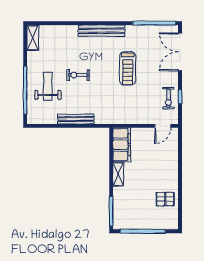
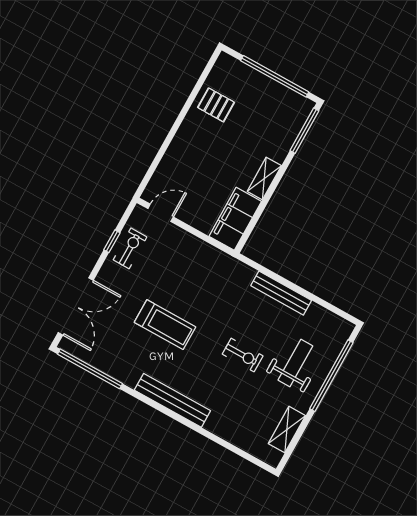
shelving: (33, 38) -> (287, 430), moved
treadmill: (128, 68) -> (165, 325), turned 90
weight bench: (48, 86) -> (295, 363), turned 180

